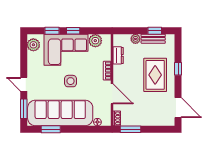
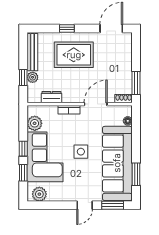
window: (155, 31) -> (23, 78), moved
bench: (153, 39) -> (32, 52), width x1.36

